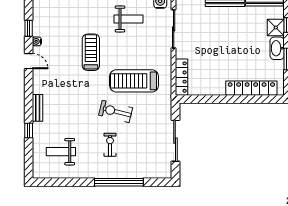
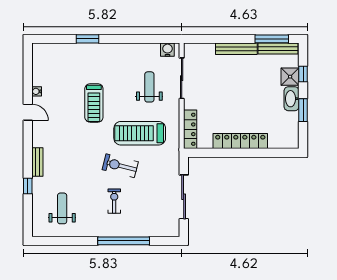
weight bench: (129, 19) -> (149, 87), moved, turned -90
window: (29, 28) -> (28, 77), removed
treadmill: (91, 52) -> (94, 103), turned 180
locker: (251, 88) -> (240, 141), moved
weight bench: (61, 152) -> (62, 208), turned 90

